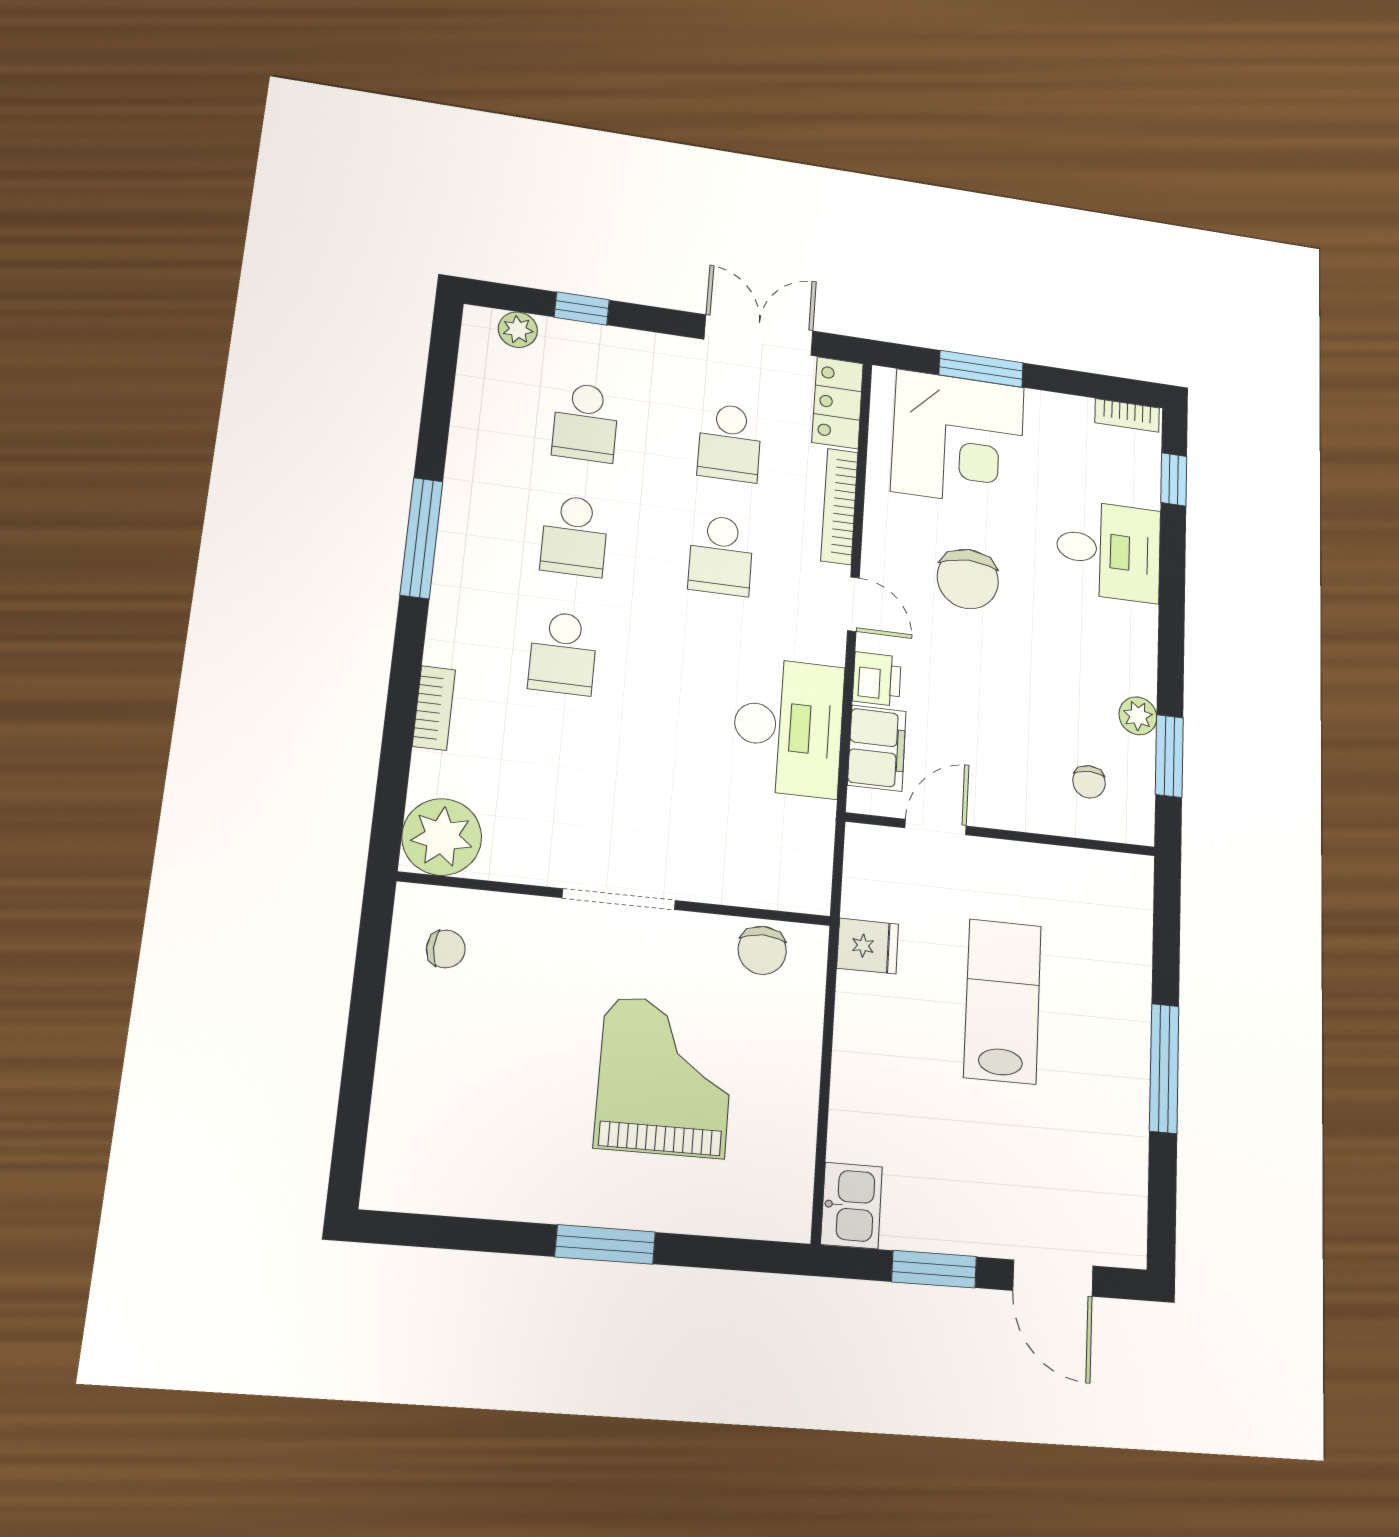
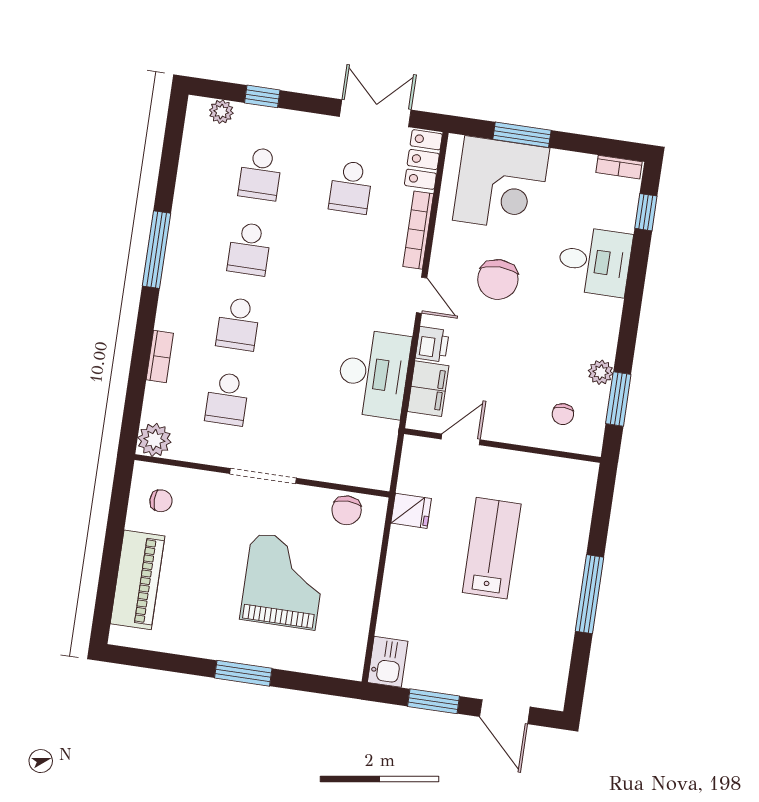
school desk: (721, 555) -> (227, 399), moved
plant: (442, 837) -> (154, 440), width x0.73, depth x0.73
piano: (409, 1089) -> (138, 580), added

